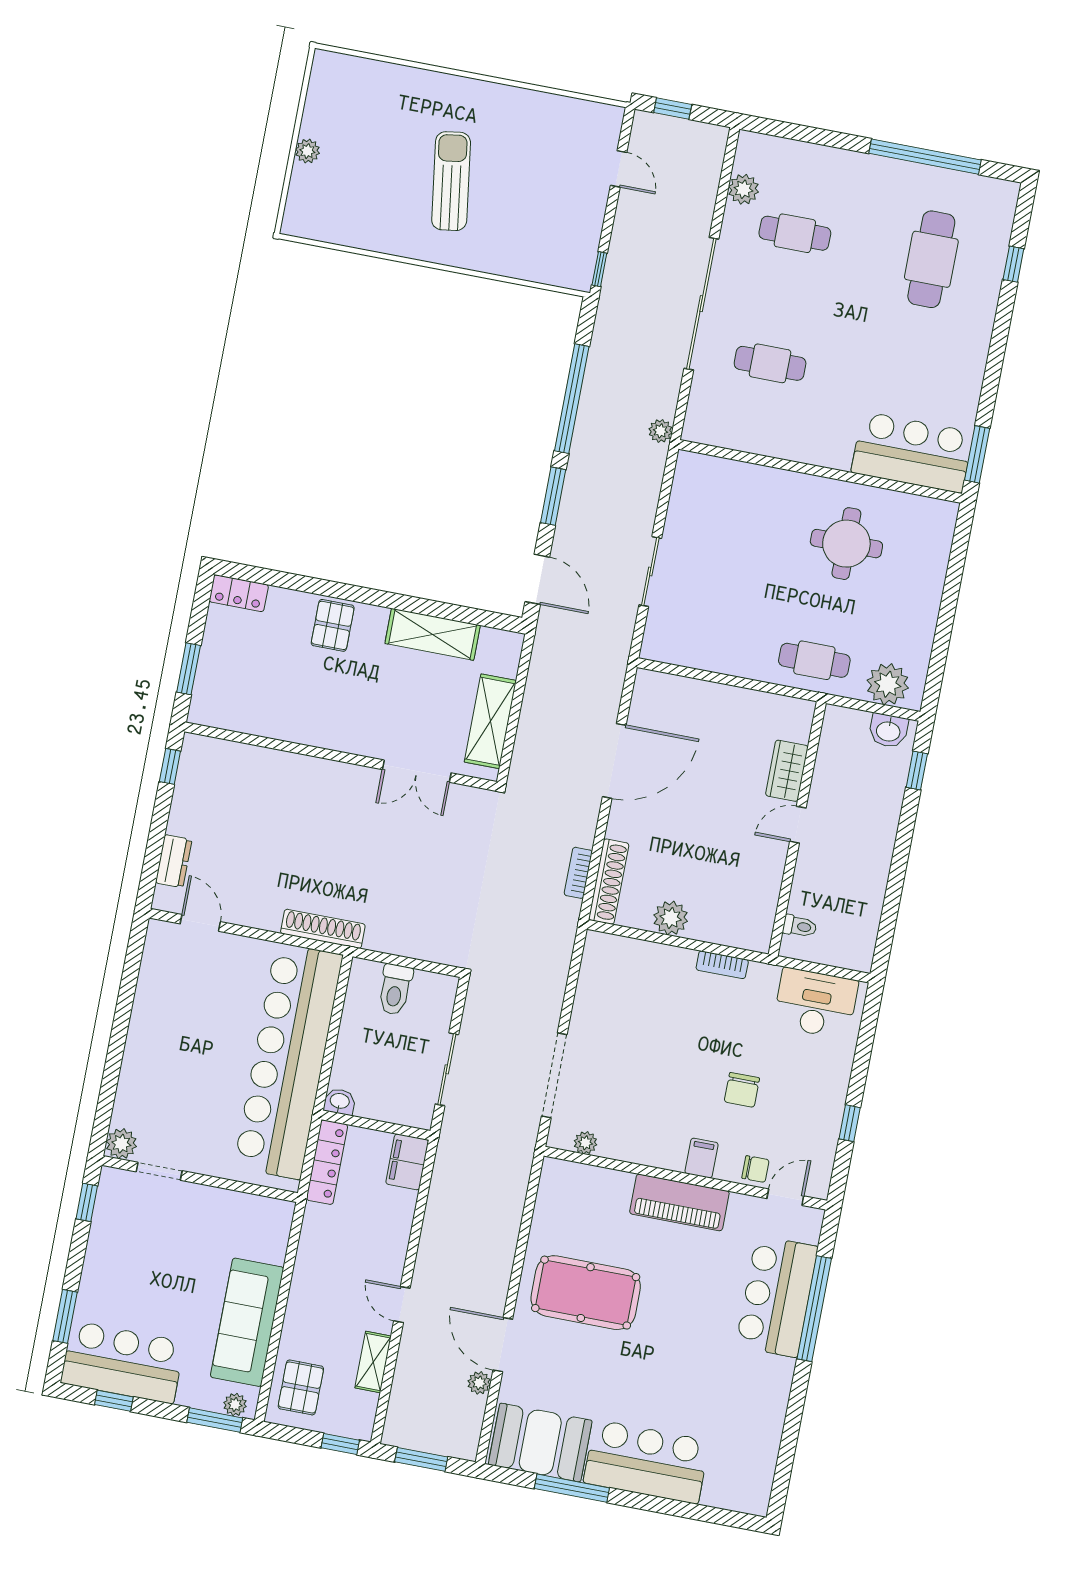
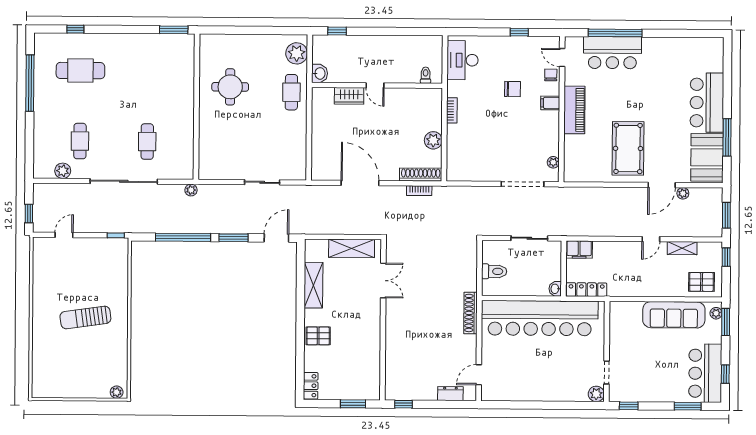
plant: (307, 151) -> (117, 392), moved
bar counter: (912, 452) -> (179, 62), removed
washbasin: (888, 731) -> (320, 73), moved

